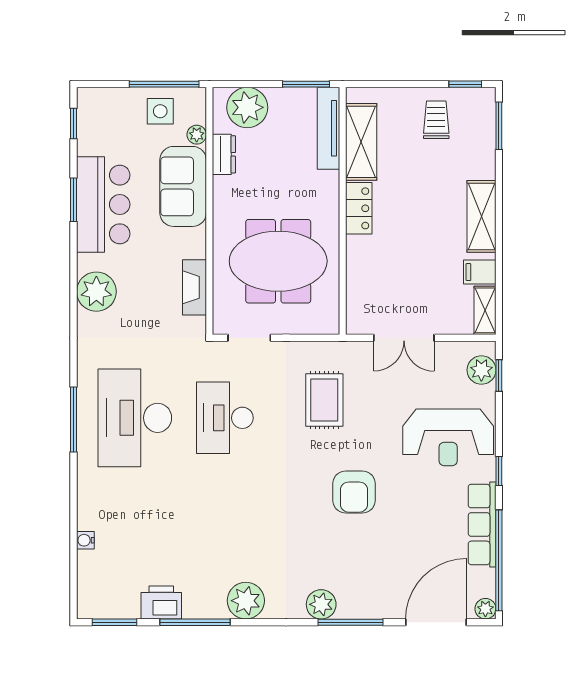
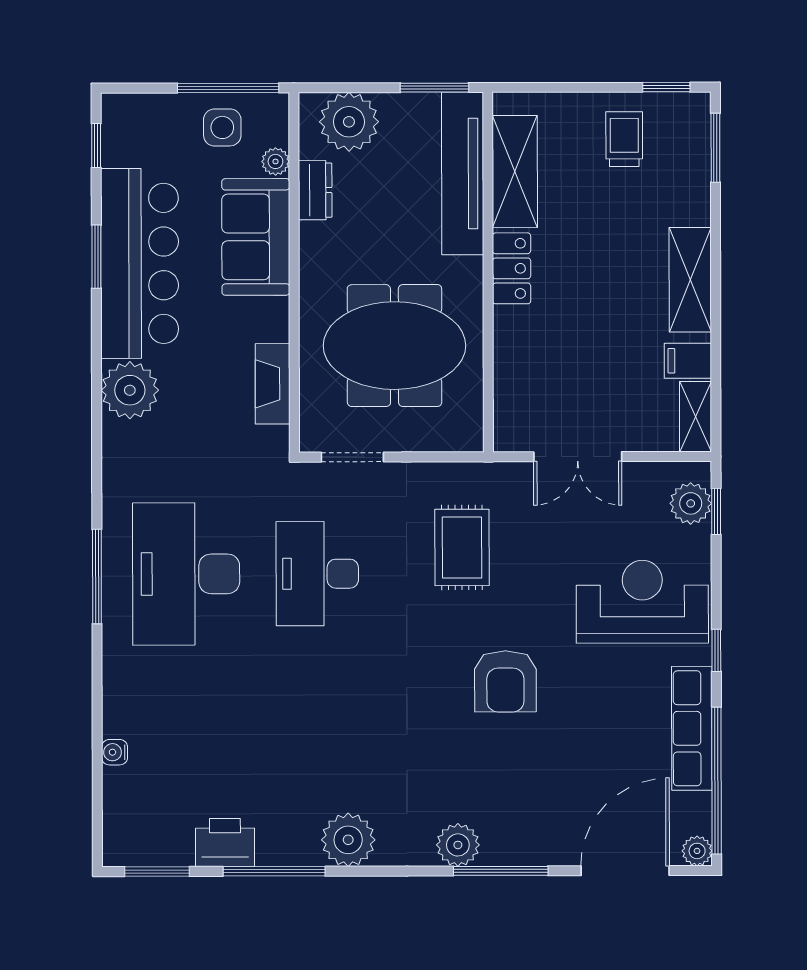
tv unit: (328, 128) -> (463, 173), width x1.36, depth x1.29
bar counter: (103, 204) -> (140, 263), width x1.36
reception desk: (448, 437) -> (642, 602), turned 180

